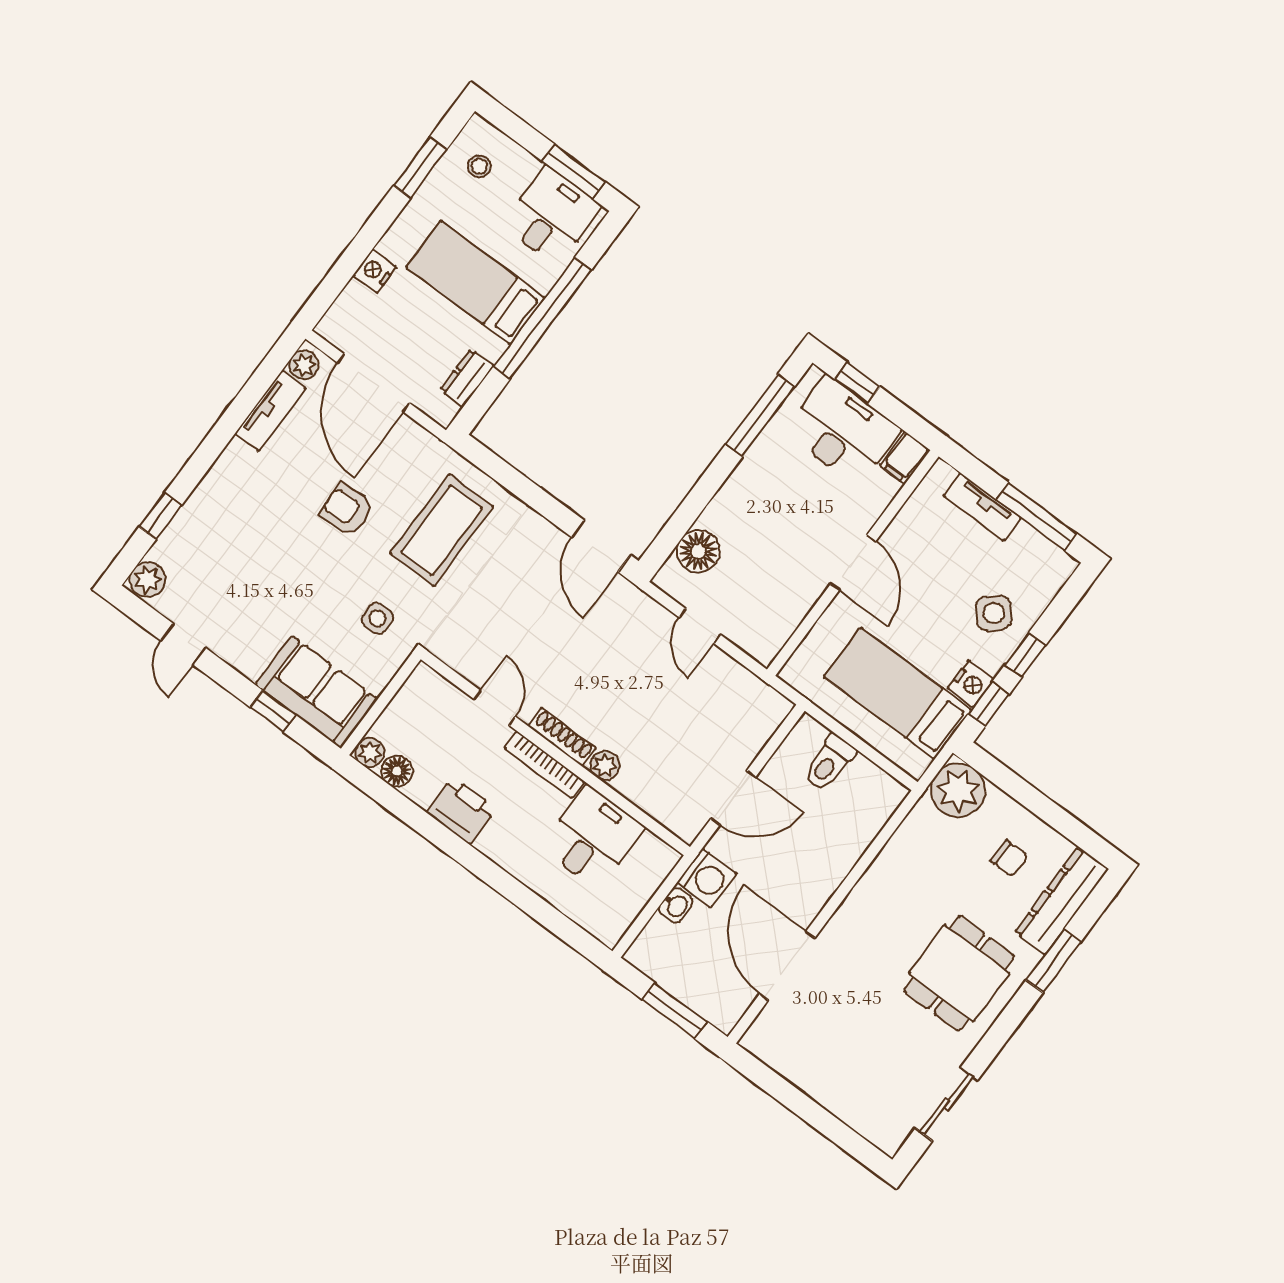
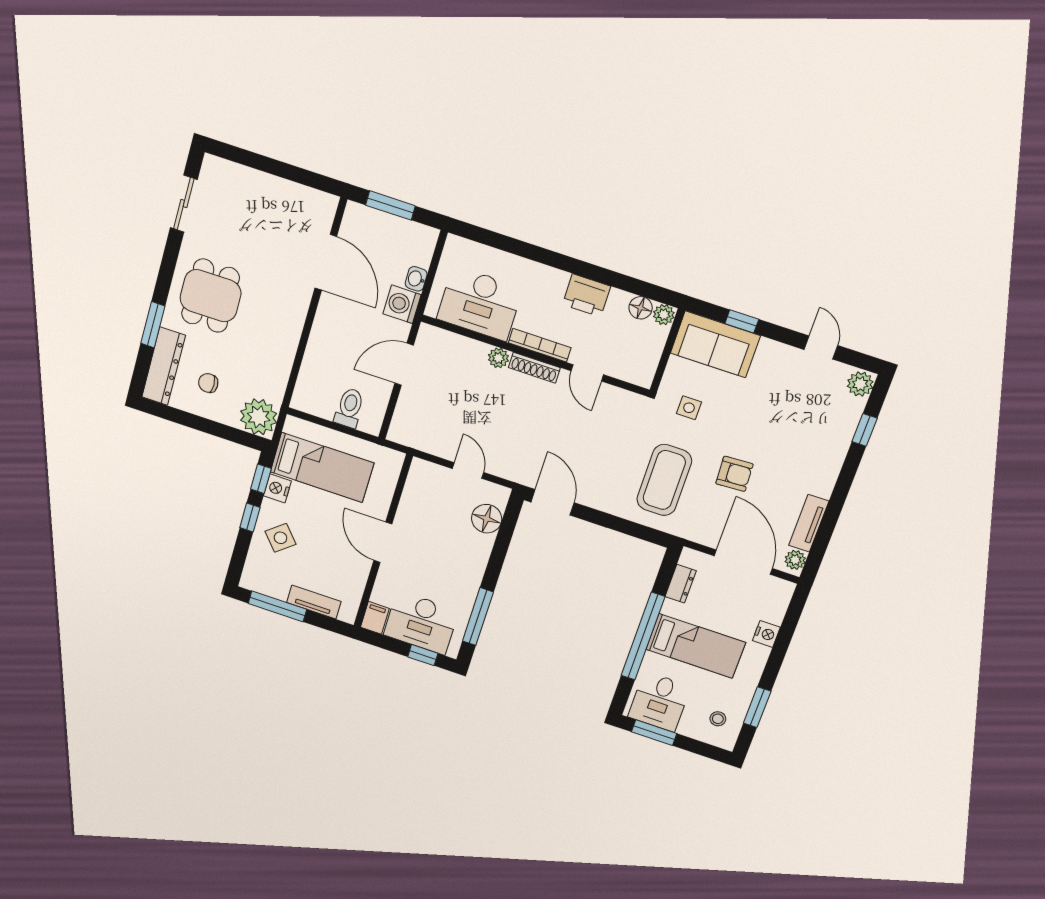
desk: (593, 837) -> (480, 303), width x1.37

